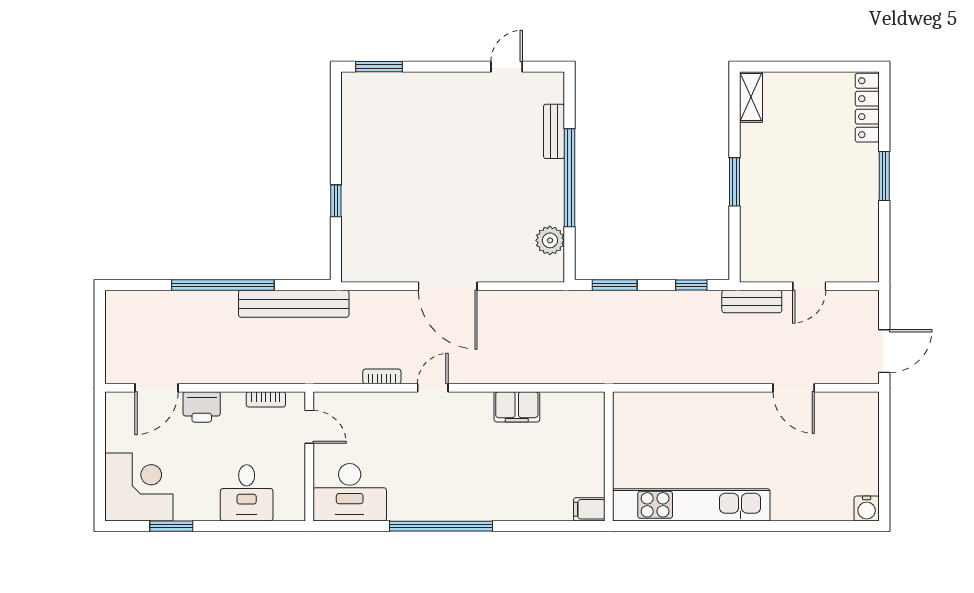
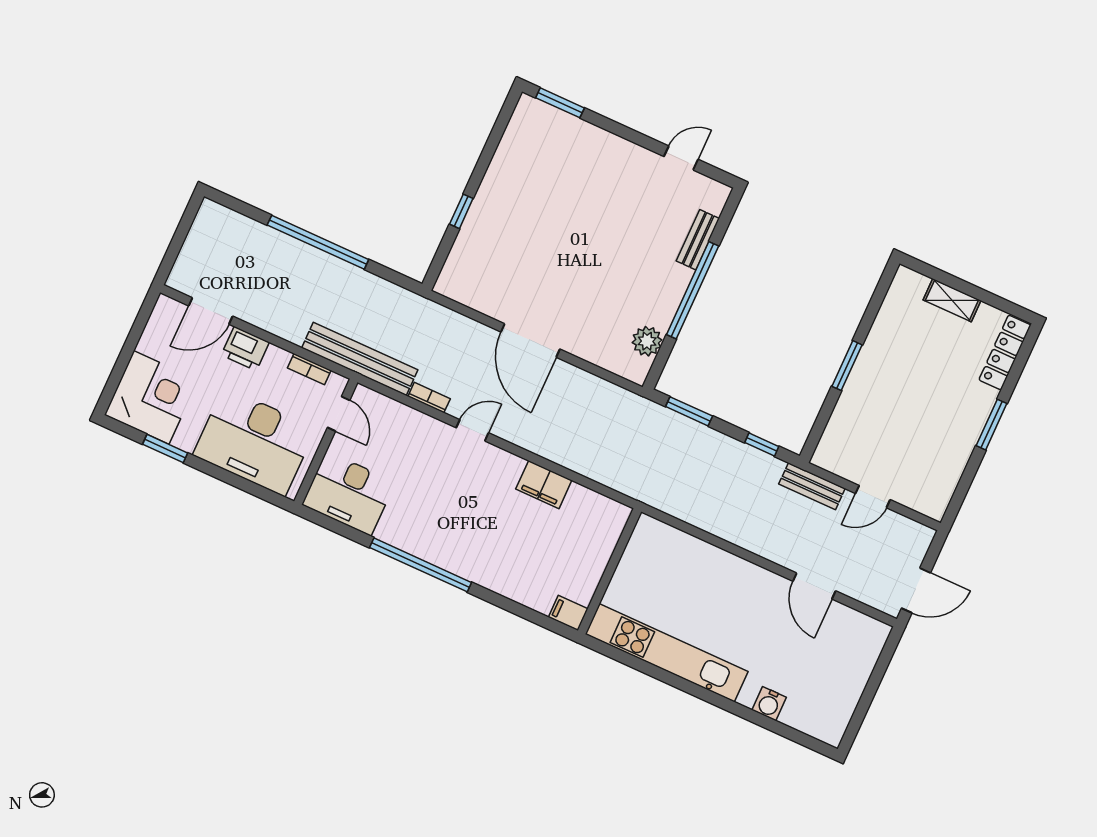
shelving: (751, 97) -> (952, 300), moved, turned 90
bench: (294, 304) -> (360, 359), moved
desk: (247, 493) -> (254, 441), width x1.87, depth x1.30
water cooler: (867, 509) -> (769, 704), moved

